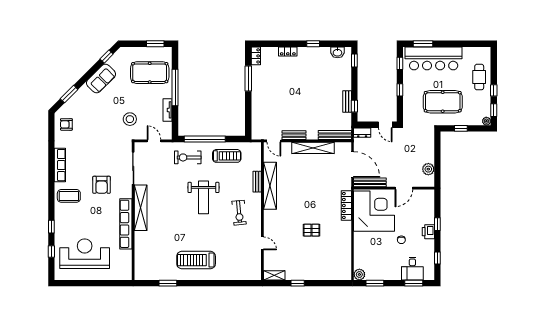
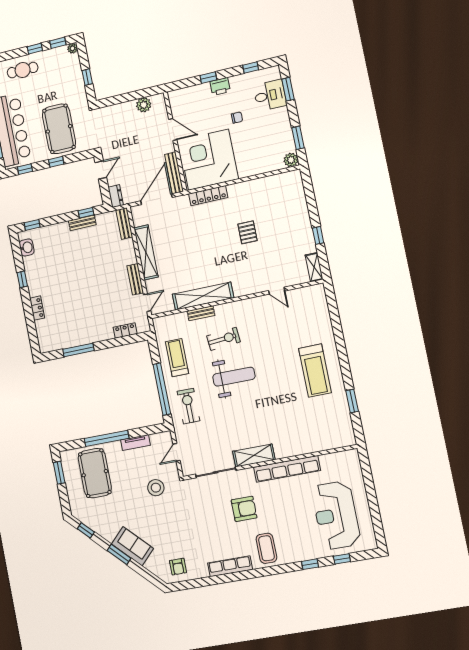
locker: (256, 56) -> (125, 331), moved
sofa: (101, 79) -> (132, 546), moved
window: (69, 94) -> (119, 554), moved
pool table: (443, 102) -> (59, 129), moved
bench: (335, 135) -> (124, 224), width x0.73
exercise bike: (188, 157) -> (188, 406), turned 180
shelving: (141, 208) -> (254, 455), width x0.68
exercise bike: (239, 213) -> (223, 339), moved
door: (262, 243) -> (277, 291), swing flipped

